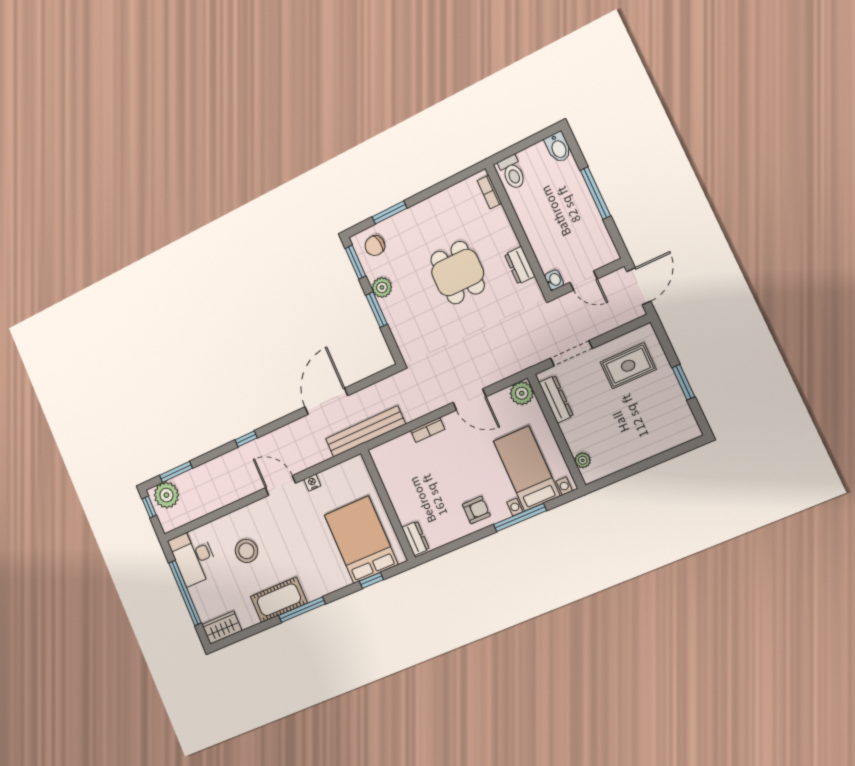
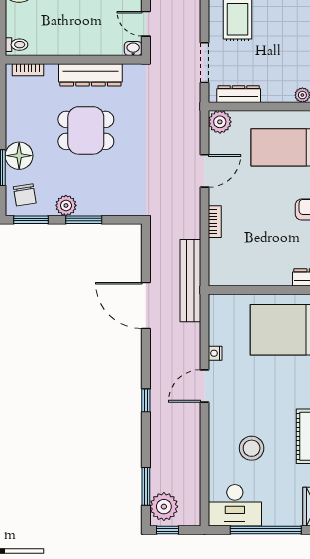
toilet: (512, 172) -> (17, 45), width x0.73, depth x0.72
floor lamp: (407, 223) -> (19, 156), added
dresser: (520, 265) -> (90, 75), width x1.96, depth x1.24
door: (584, 281) -> (146, 24), swing flipped

